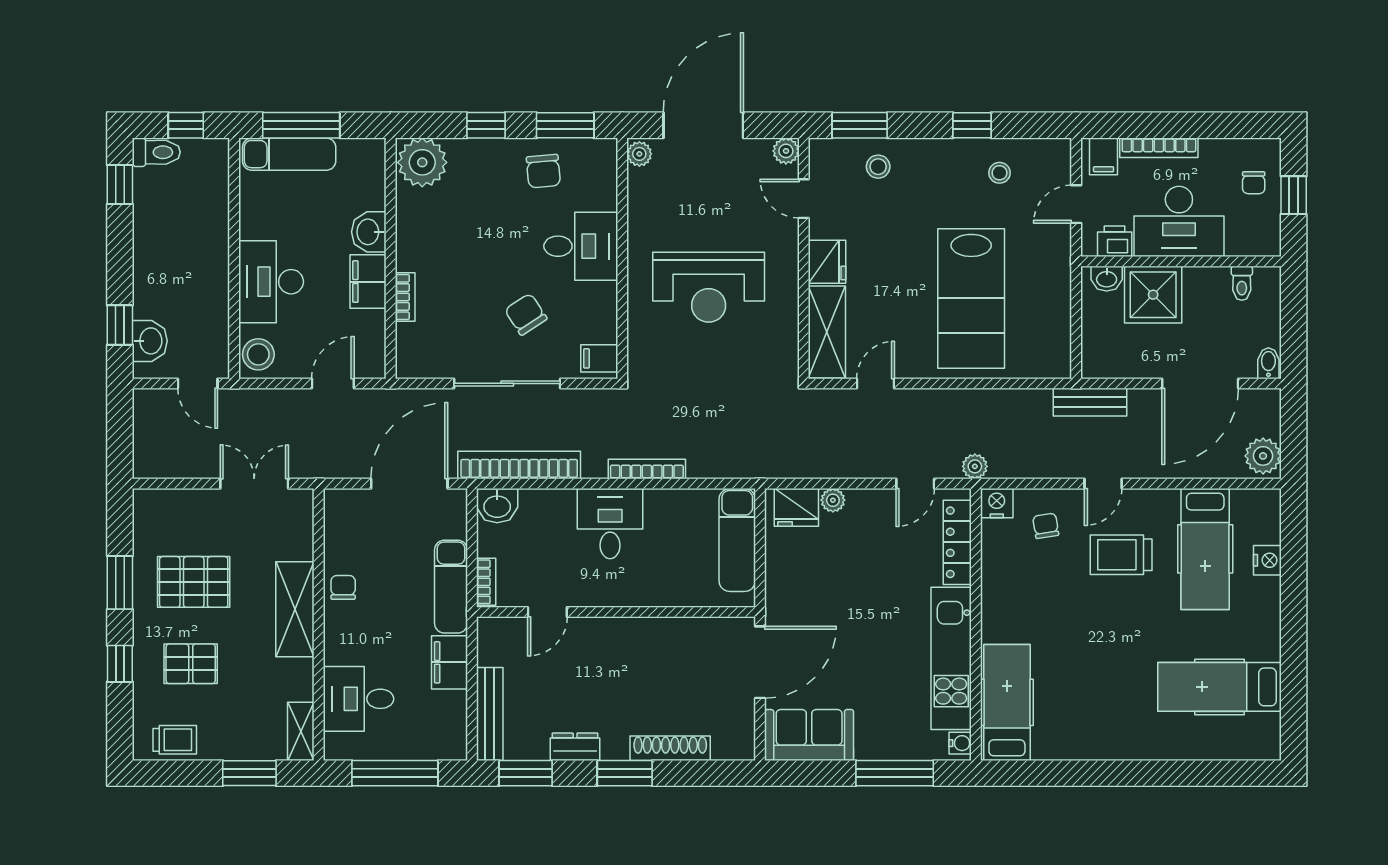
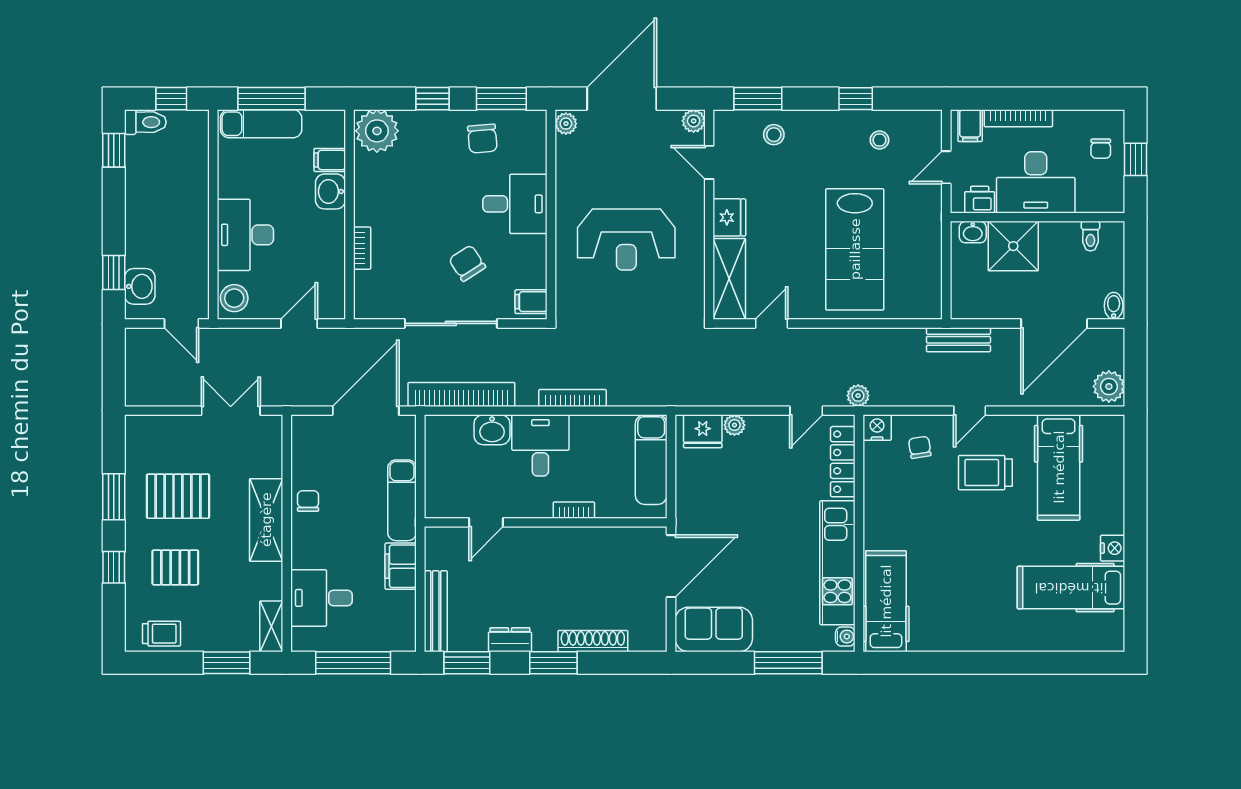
filing cabinet: (368, 282) -> (330, 160), moved, width x0.50
washbasin: (497, 506) -> (492, 430), moved
nightstand: (1267, 560) -> (1113, 548), moved
bookcase: (486, 582) -> (574, 510), moved, turned -90

